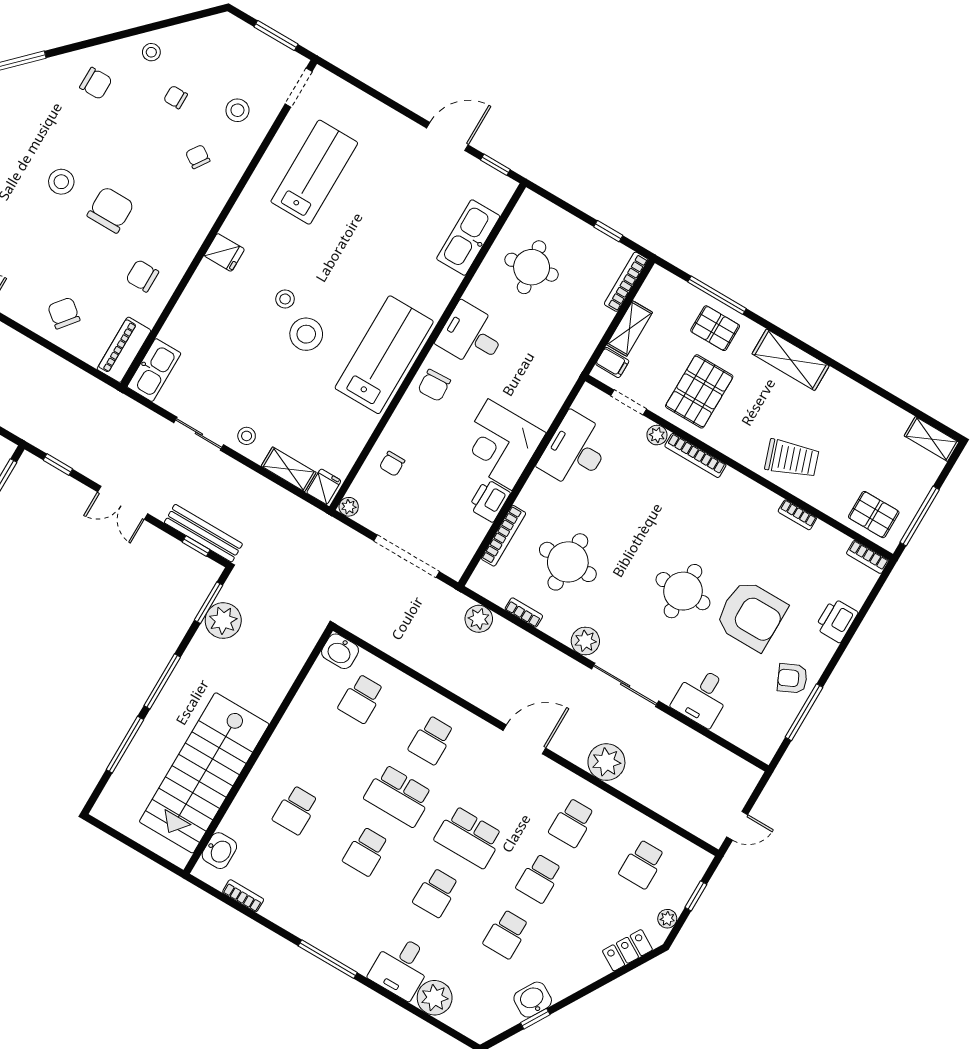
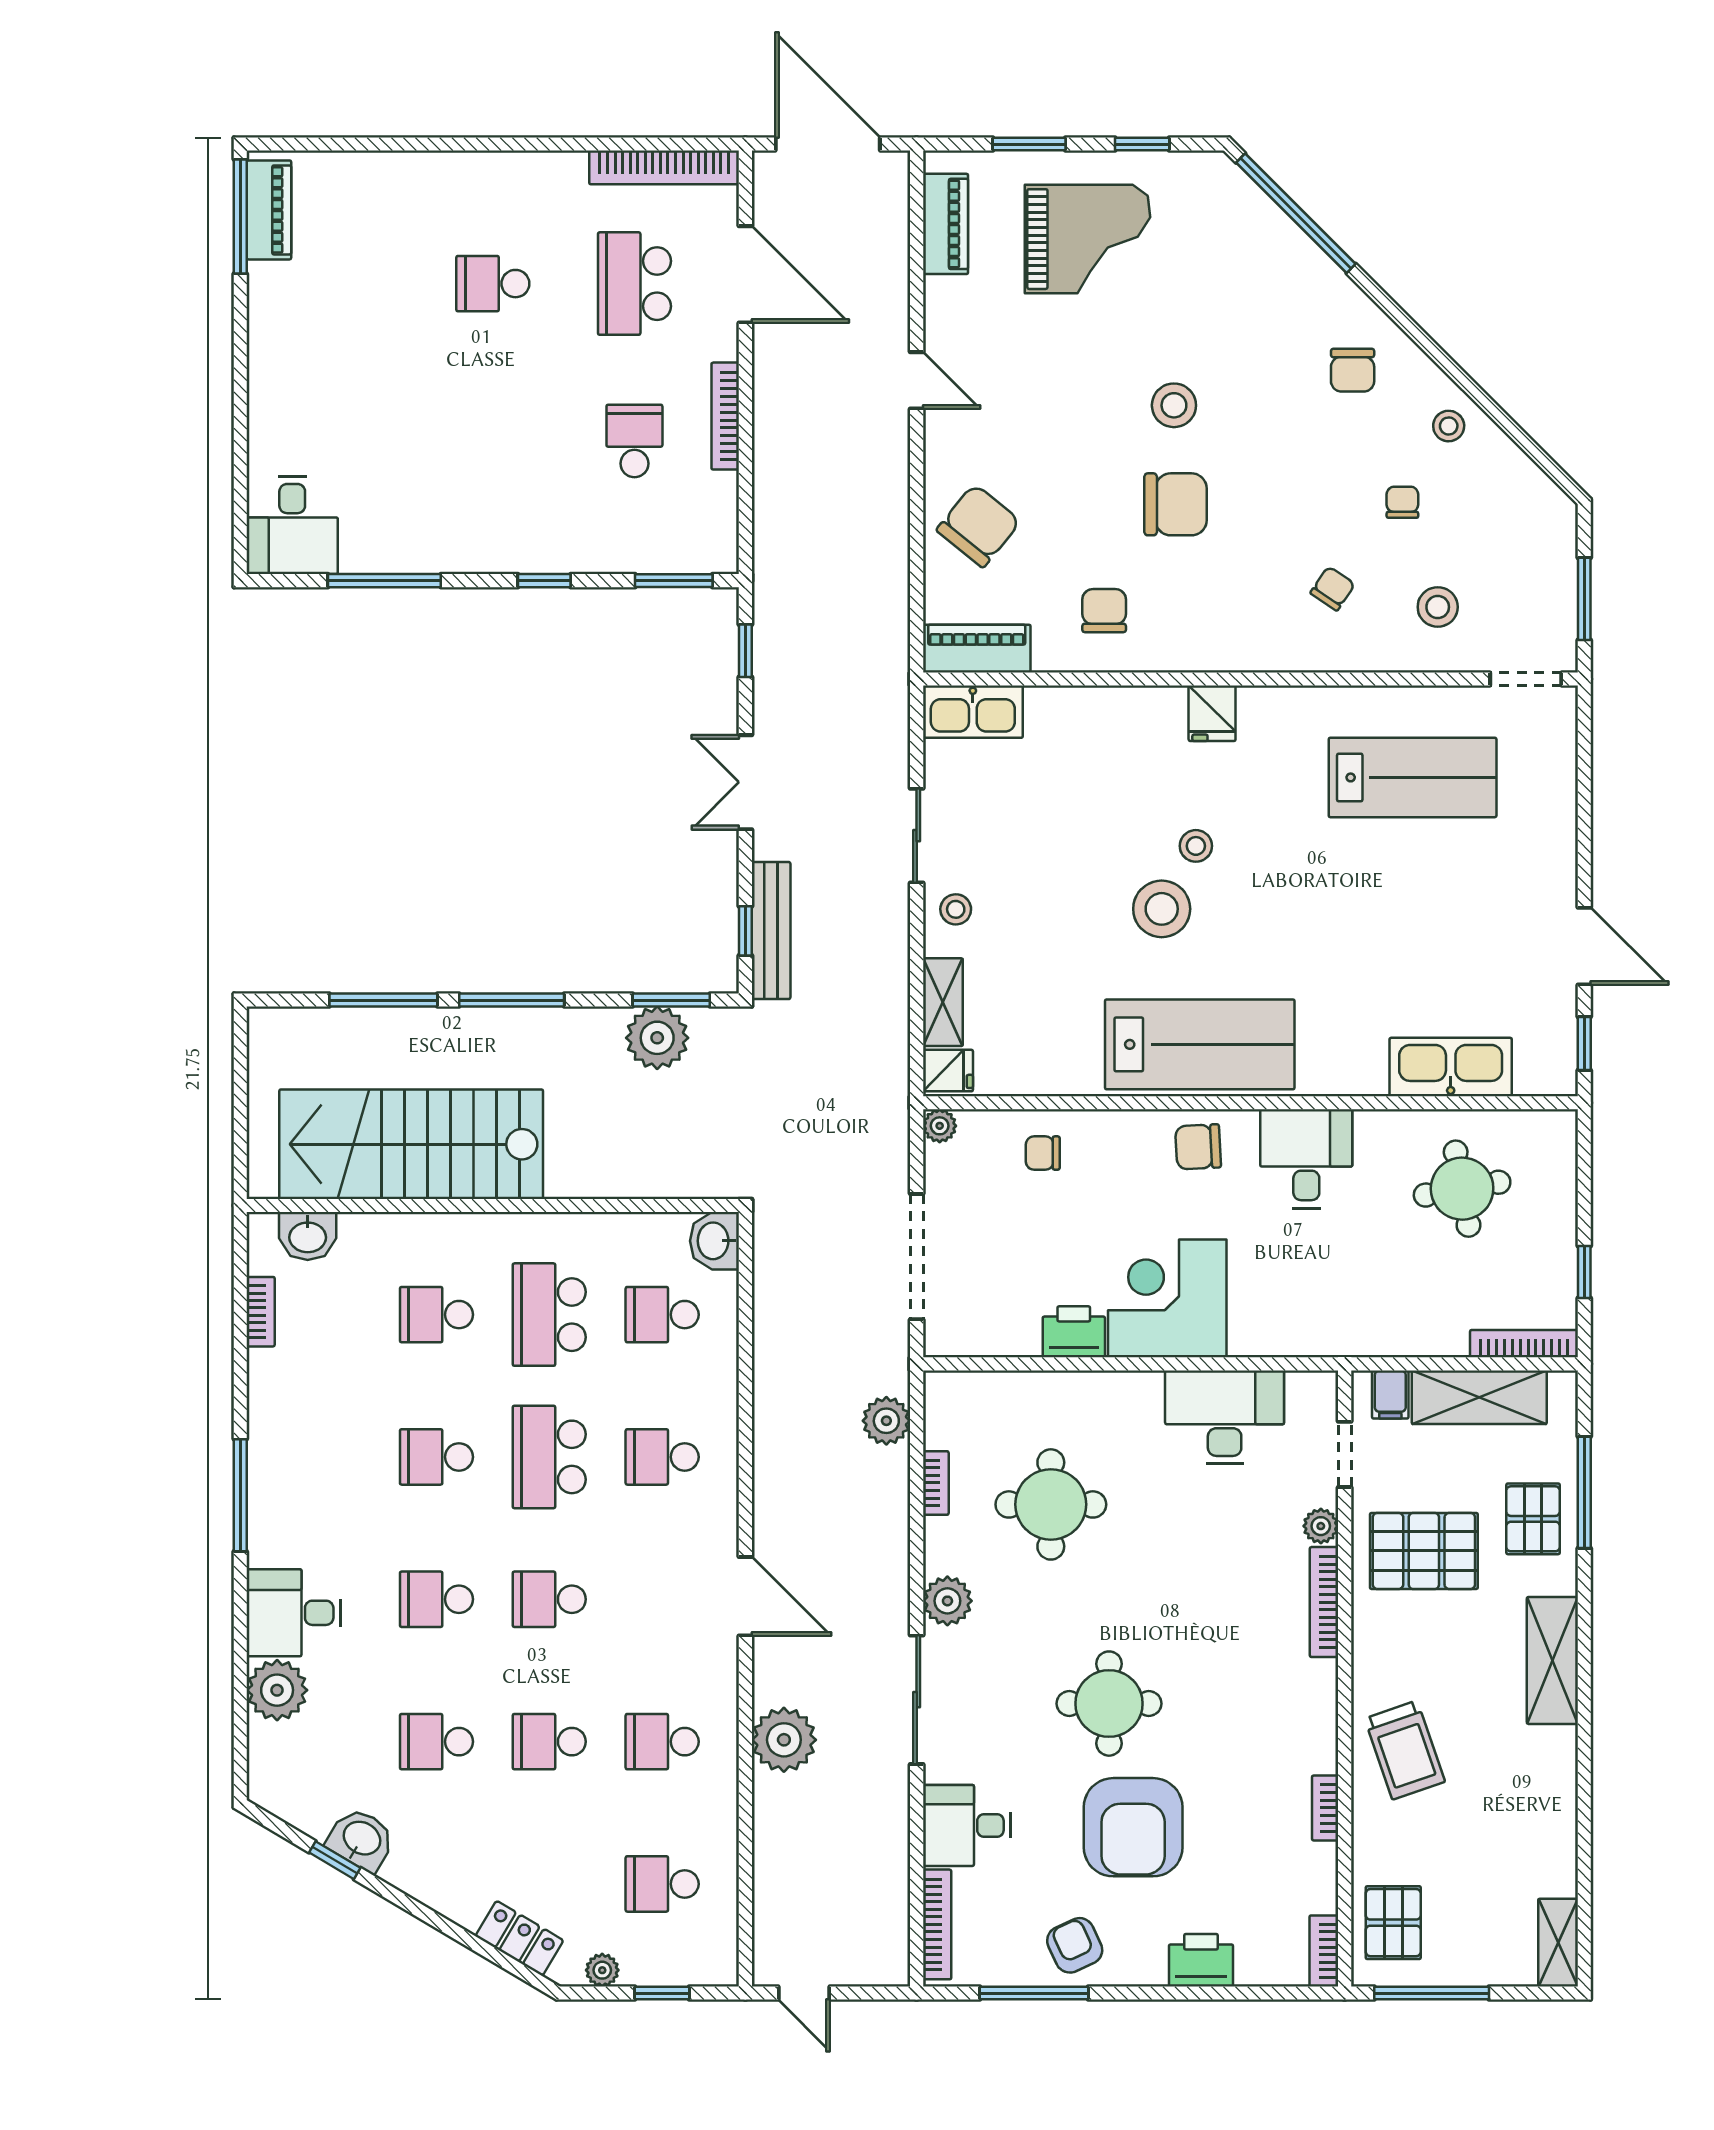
chair: (64, 313) -> (979, 526), width x1.37, depth x1.37
shelving: (630, 329) -> (1479, 1397), width x1.50, depth x1.33
bookcase: (503, 536) -> (937, 1924), moved, turned -90
school desk: (328, 754) -> (549, 1315), added
school desk: (469, 837) -> (549, 1599), width x0.54

